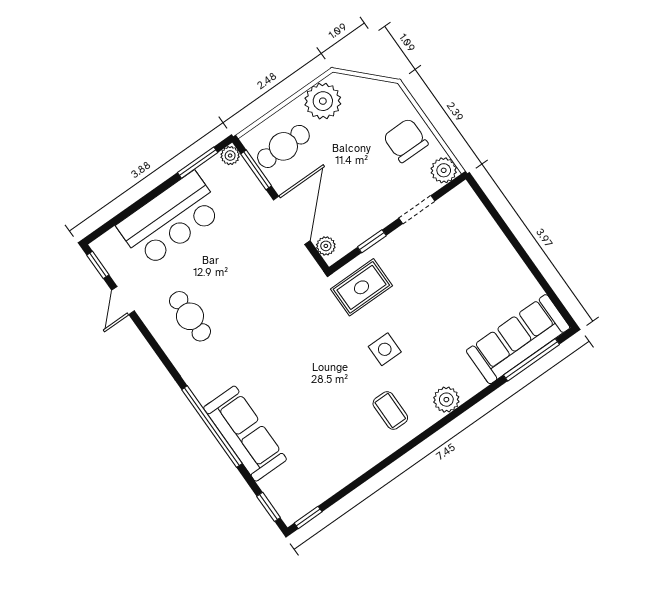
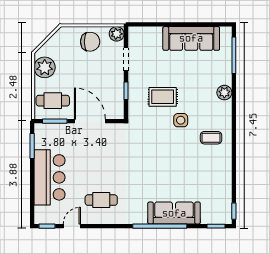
chair: (406, 140) -> (90, 42), turned 180
cafe table: (283, 146) -> (53, 101), turned 90
plant: (230, 156) -> (40, 129), removed
plant: (326, 246) -> (113, 114), removed
rug: (361, 287) -> (163, 97), moved, turned 90
door: (123, 301) -> (72, 226), swing flipped
sofa: (518, 339) -> (191, 38), moved, turned -90
plant: (446, 400) -> (224, 93), moved

